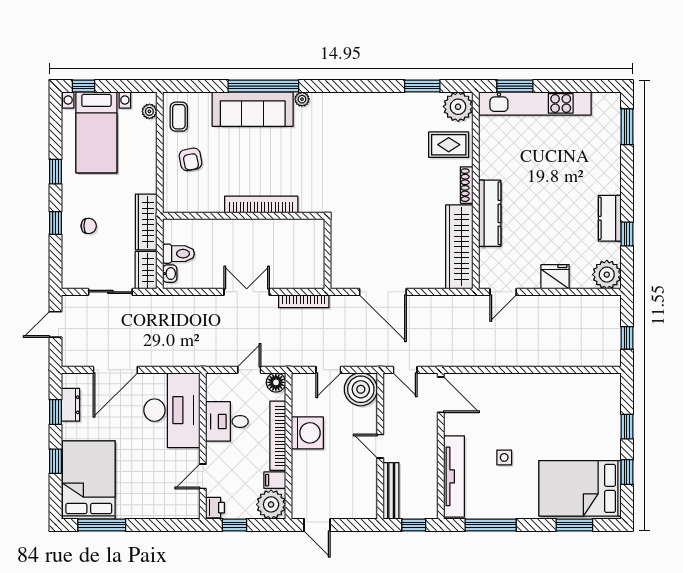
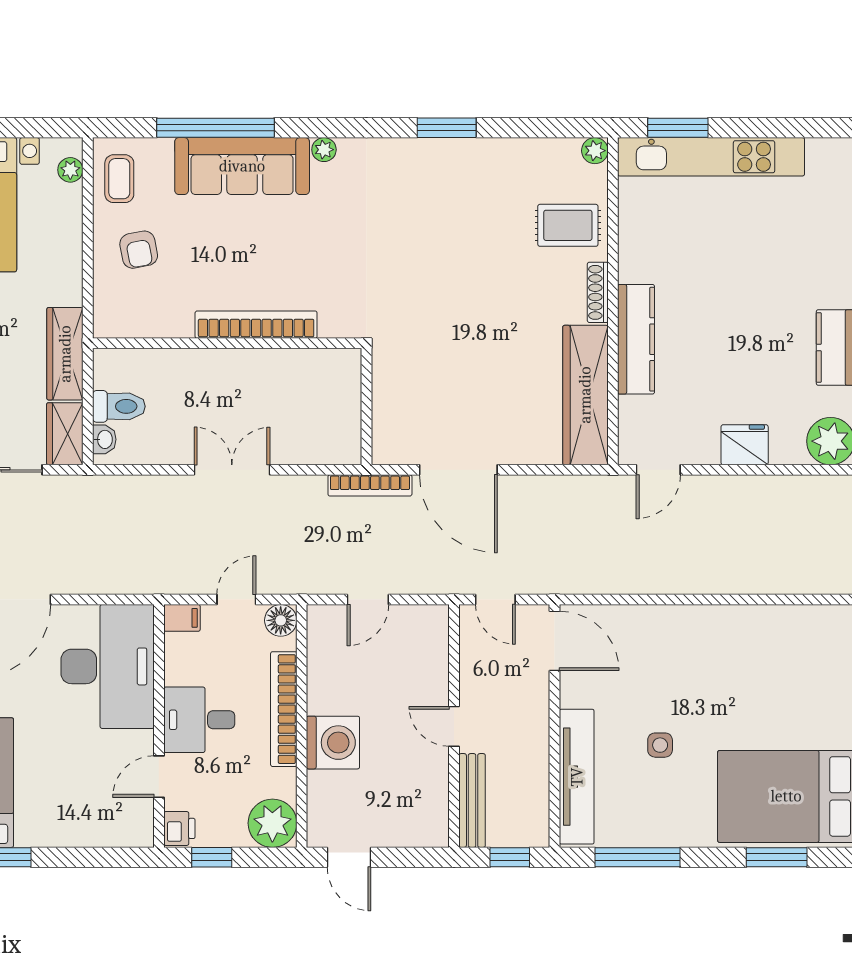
window: (263, 86) -> (215, 128), moved
window: (422, 86) -> (447, 128), moved
plant: (458, 107) -> (595, 151), width x0.53, depth x0.53
bookcase: (304, 301) -> (370, 485), moved
boiler: (361, 389) -> (422, 632), removed
desk: (227, 421) -> (199, 720), moved
washing machine: (307, 433) -> (333, 743), moved
filing cabinet: (275, 480) -> (182, 618), moved, turned 180

